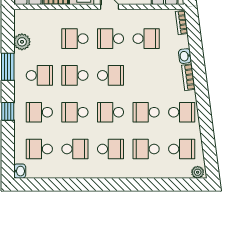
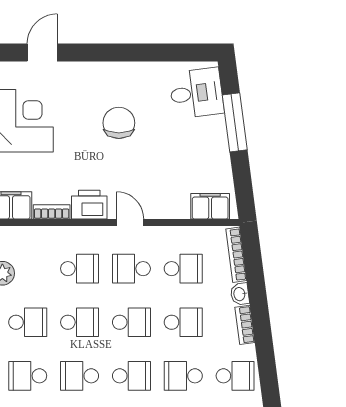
bookcase: (182, 22) -> (236, 255), width x1.56
school desk: (75, 39) -> (80, 269), turned 180
school desk: (75, 75) -> (80, 322), turned 180
school desk: (146, 75) -> (183, 322), added
school desk: (111, 112) -> (131, 376), turned 180

